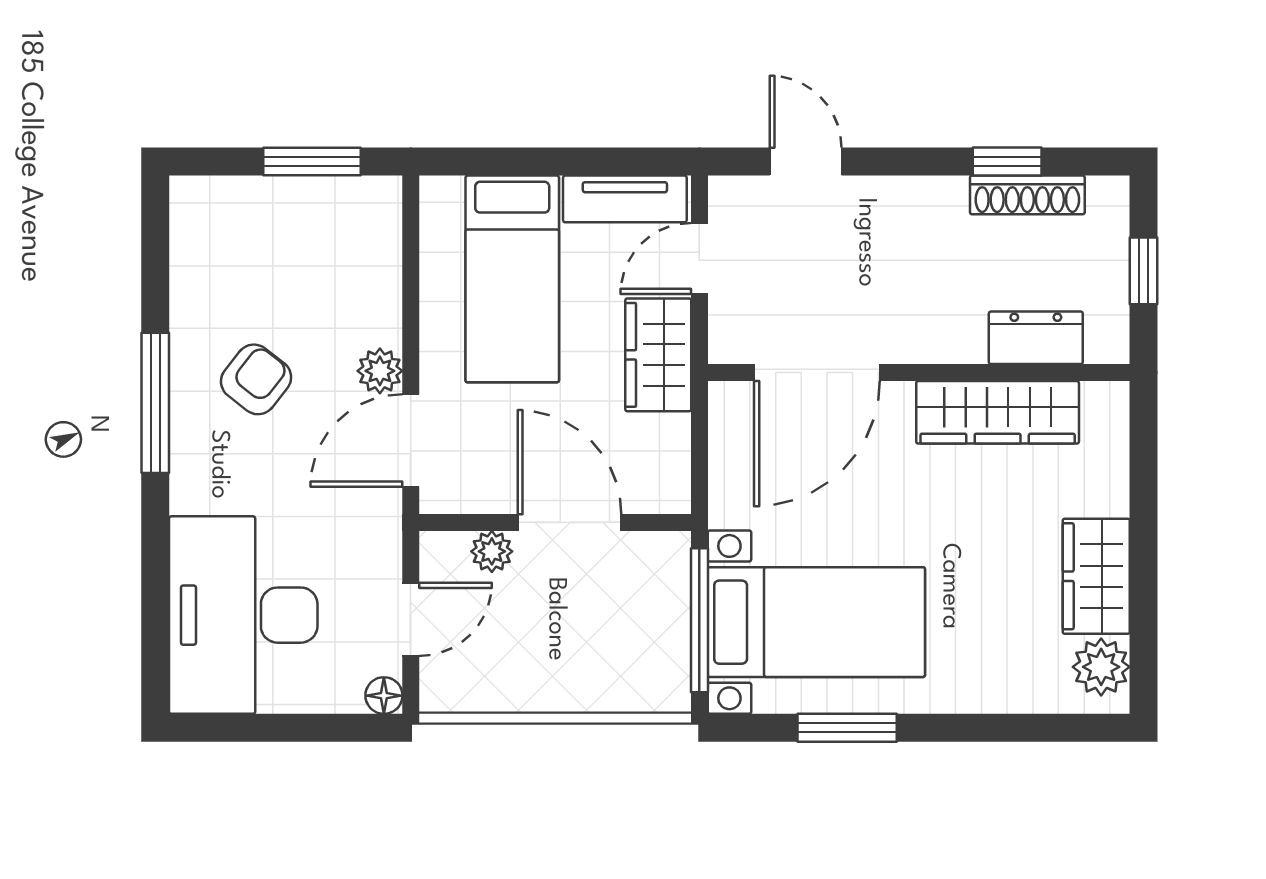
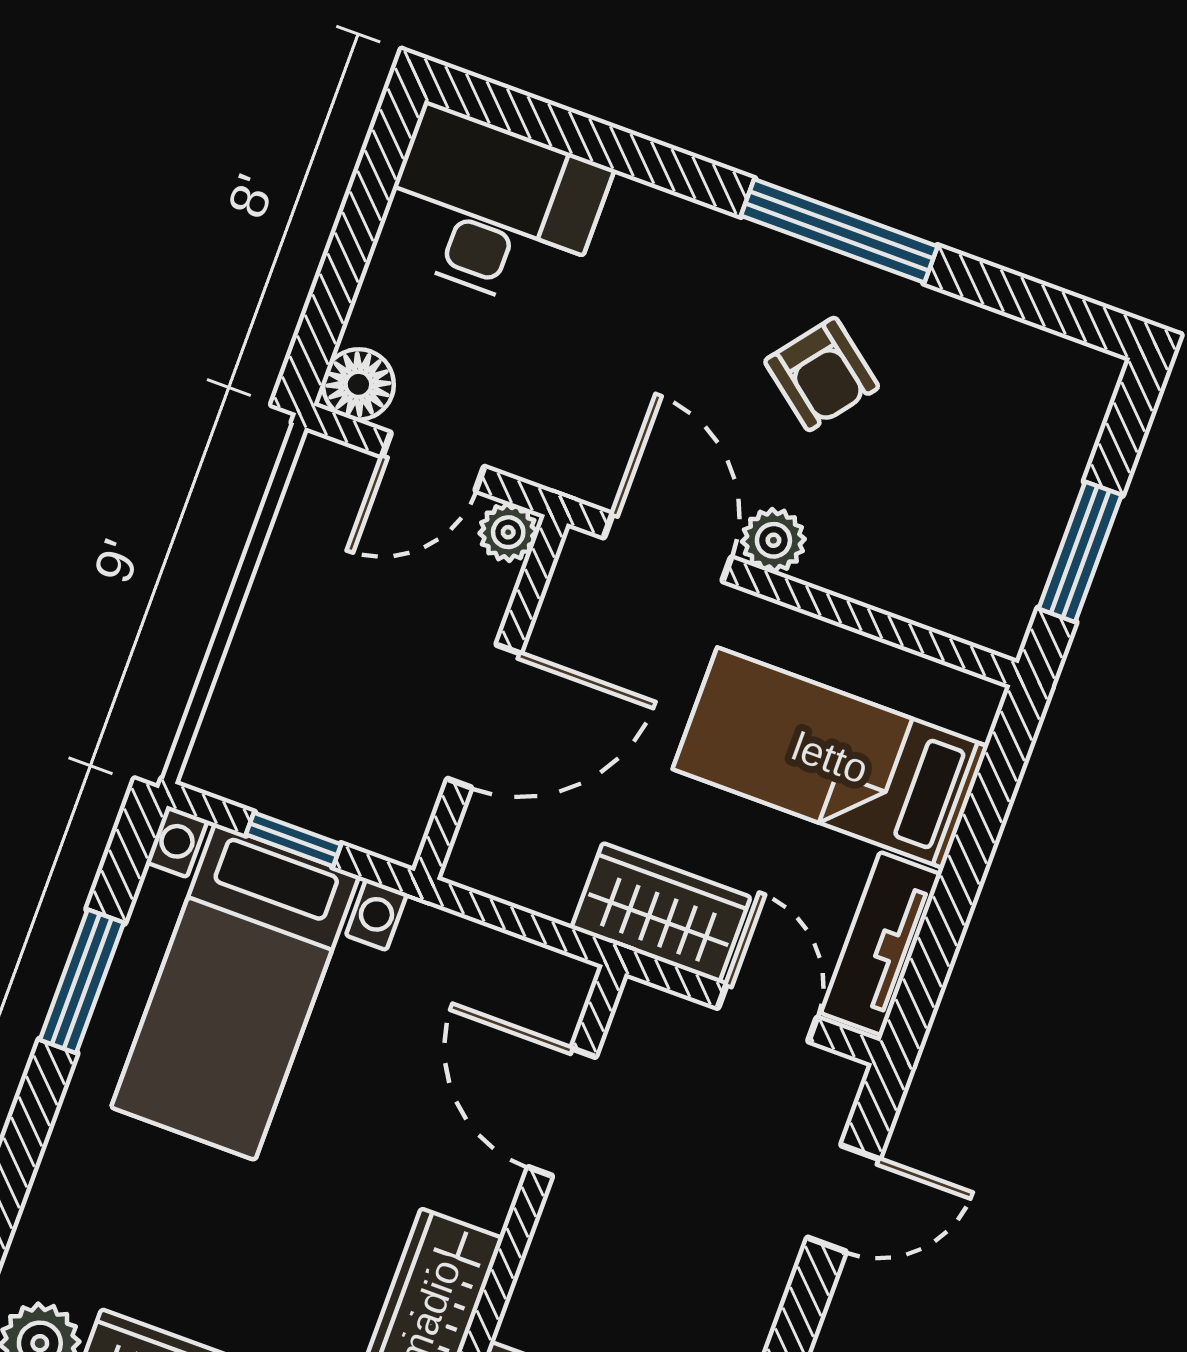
door: (817, 373) -> (562, 1112), width x0.73
plant: (492, 551) -> (508, 532), moved
desk: (243, 615) -> (493, 209), width x0.73, depth x0.77
door: (411, 619) -> (433, 462), hinge flipped
window: (699, 620) -> (294, 839), width x0.46
floor lamp: (384, 696) -> (358, 384), width x1.37, depth x1.37

